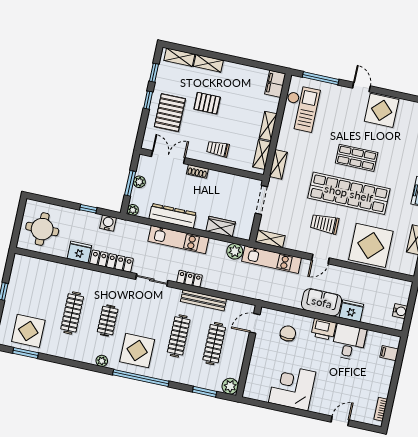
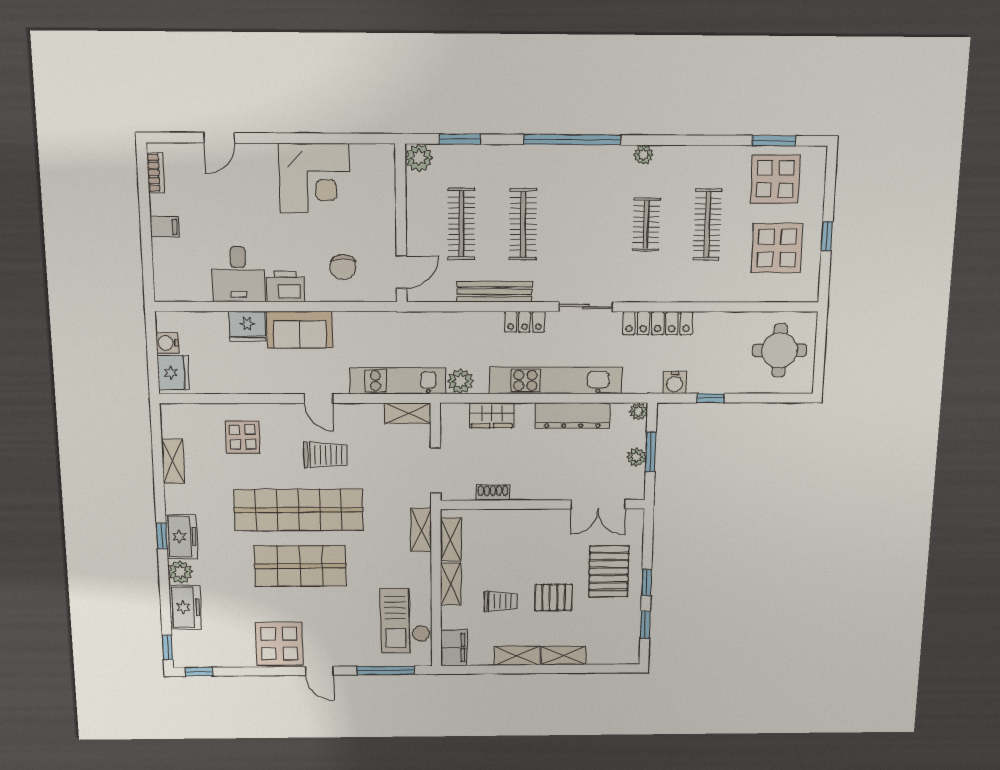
shelving: (179, 57) -> (517, 656), moved
trolley: (218, 149) -> (501, 601), moved
shop shelf: (357, 158) -> (300, 566), width x1.43, depth x1.36
shoe rack: (197, 171) -> (493, 493), moved
kitchen unit: (178, 240) -> (556, 380), width x1.36
display table: (371, 245) -> (243, 437), width x0.54, depth x0.54
fridge: (79, 252) -> (173, 373), moved, turned -90
door: (320, 259) -> (319, 399), swing flipped
display table: (137, 351) -> (777, 248), moved
filing cabinet: (389, 353) -> (165, 227), moved

